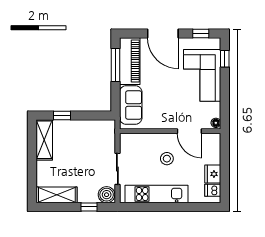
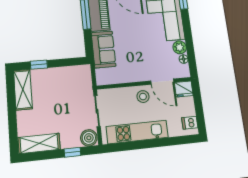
plant: (213, 110) -> (180, 47), added
wall: (170, 131) -> (144, 83), moved
door: (189, 131) -> (162, 82), moved
fridge: (213, 174) -> (184, 89), moved, turned -90

